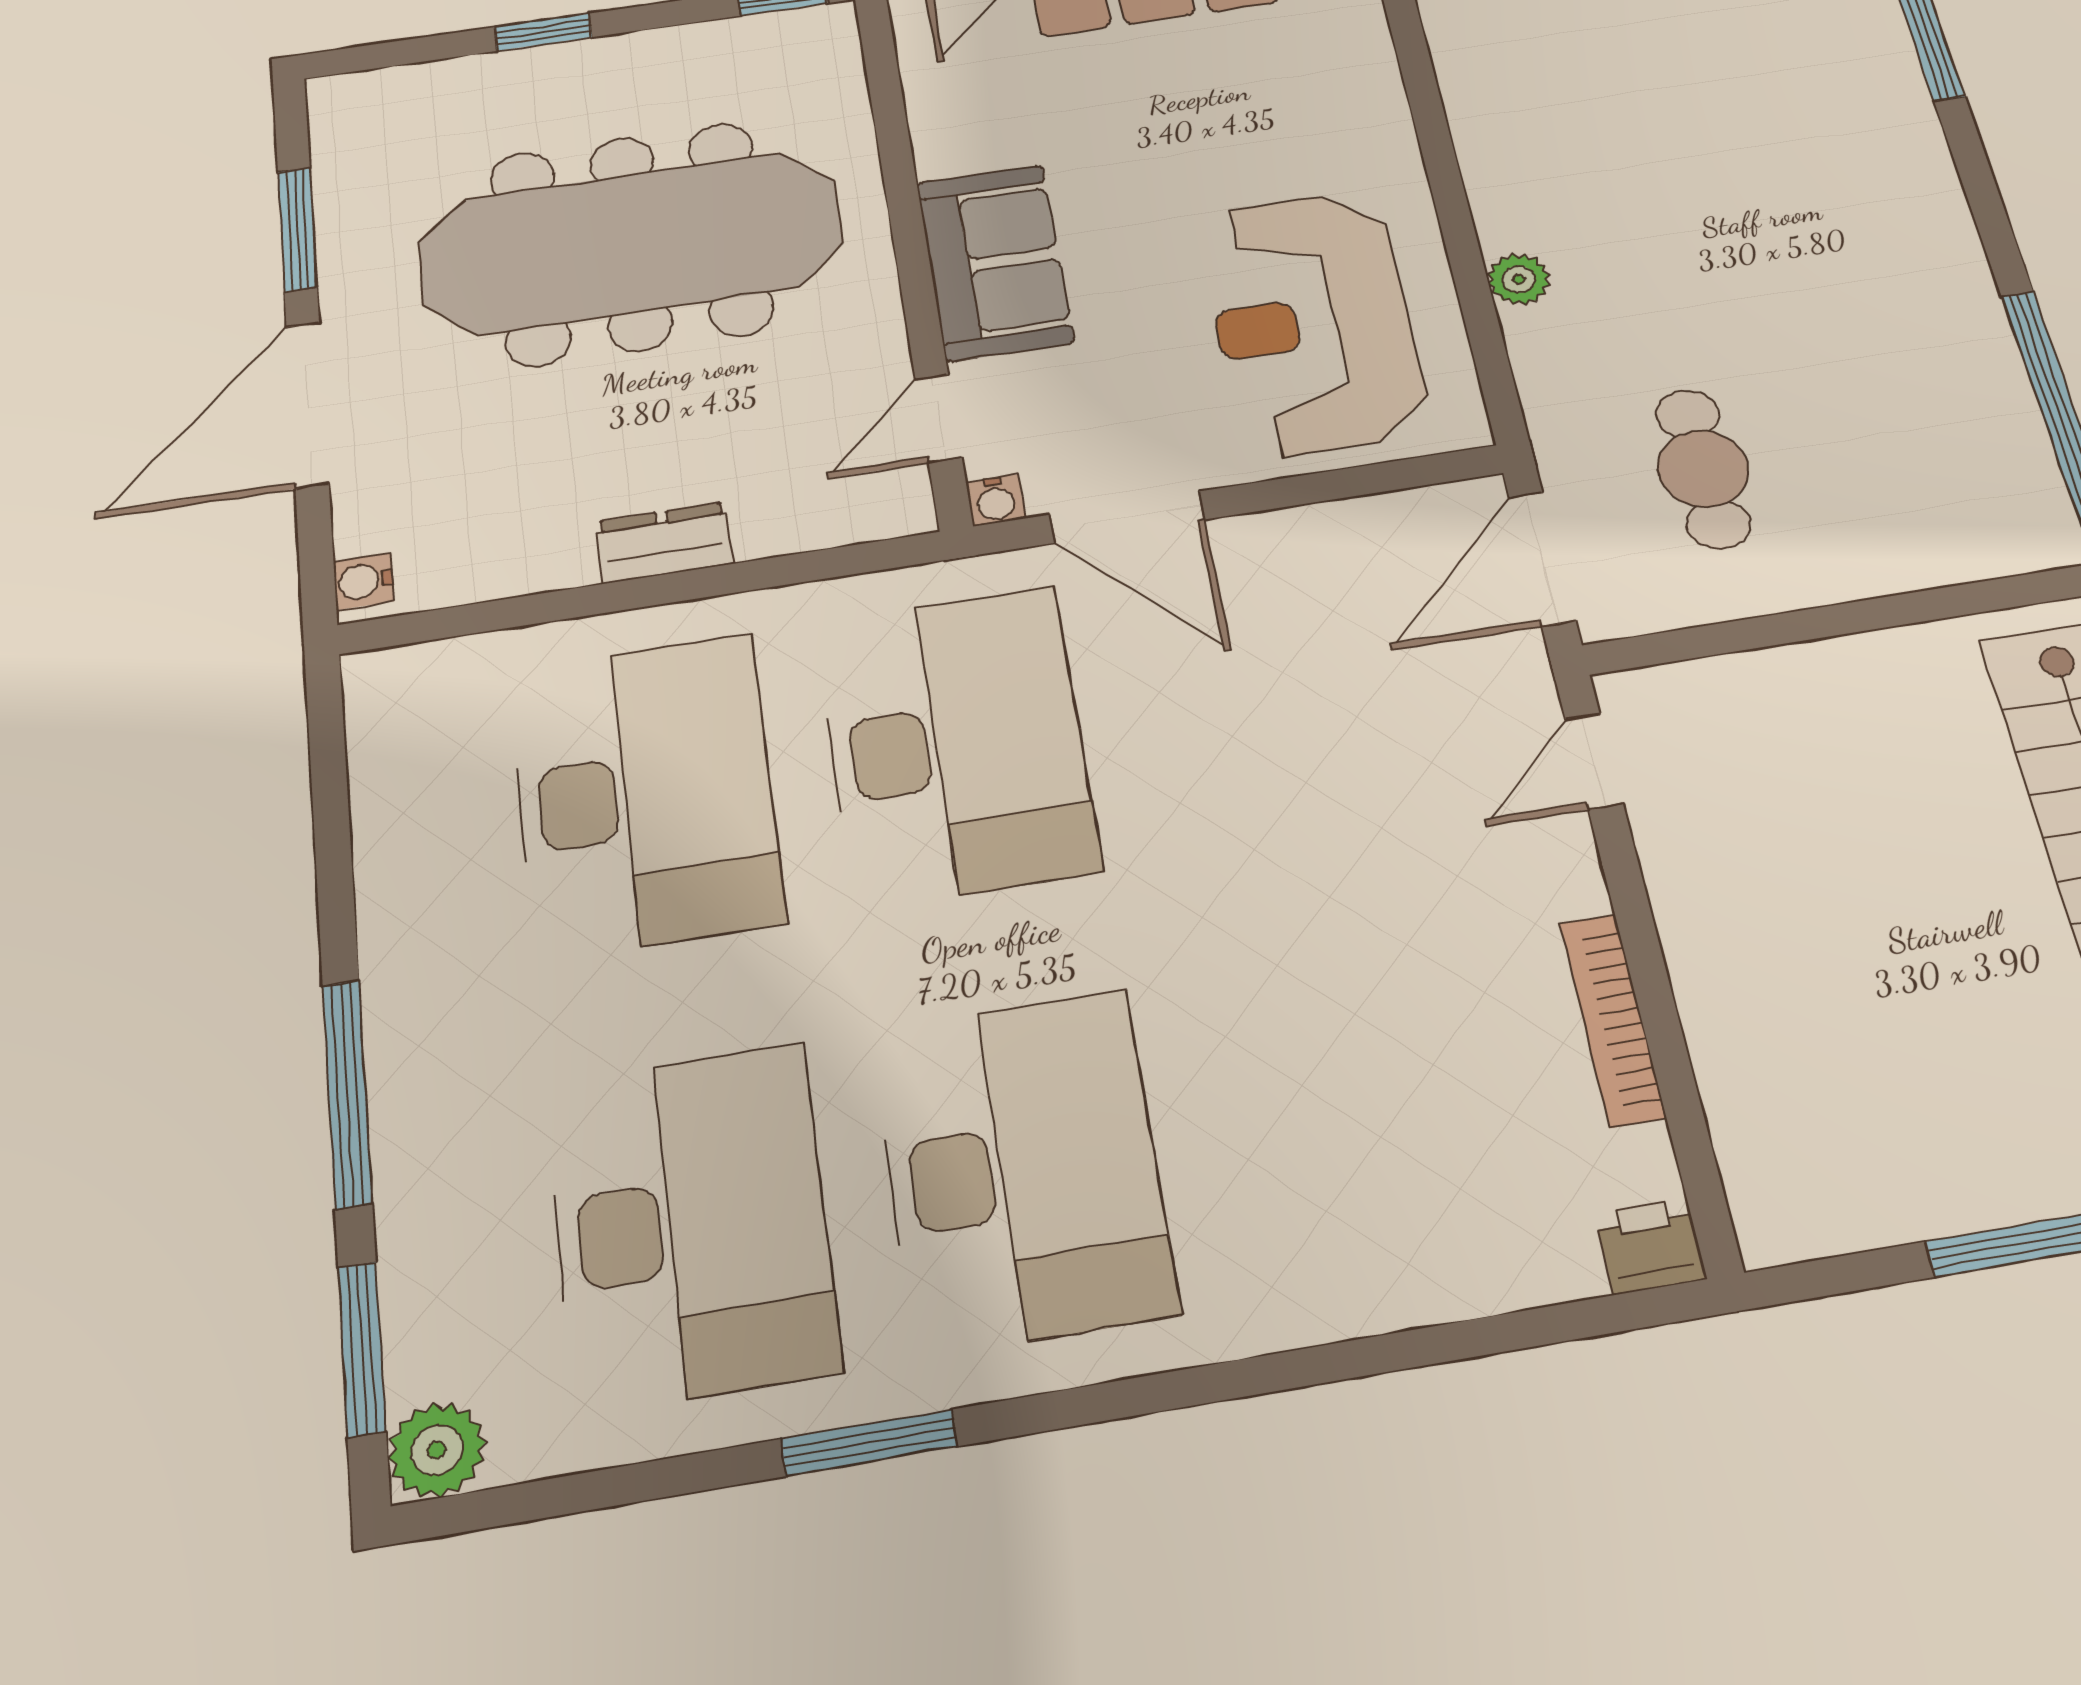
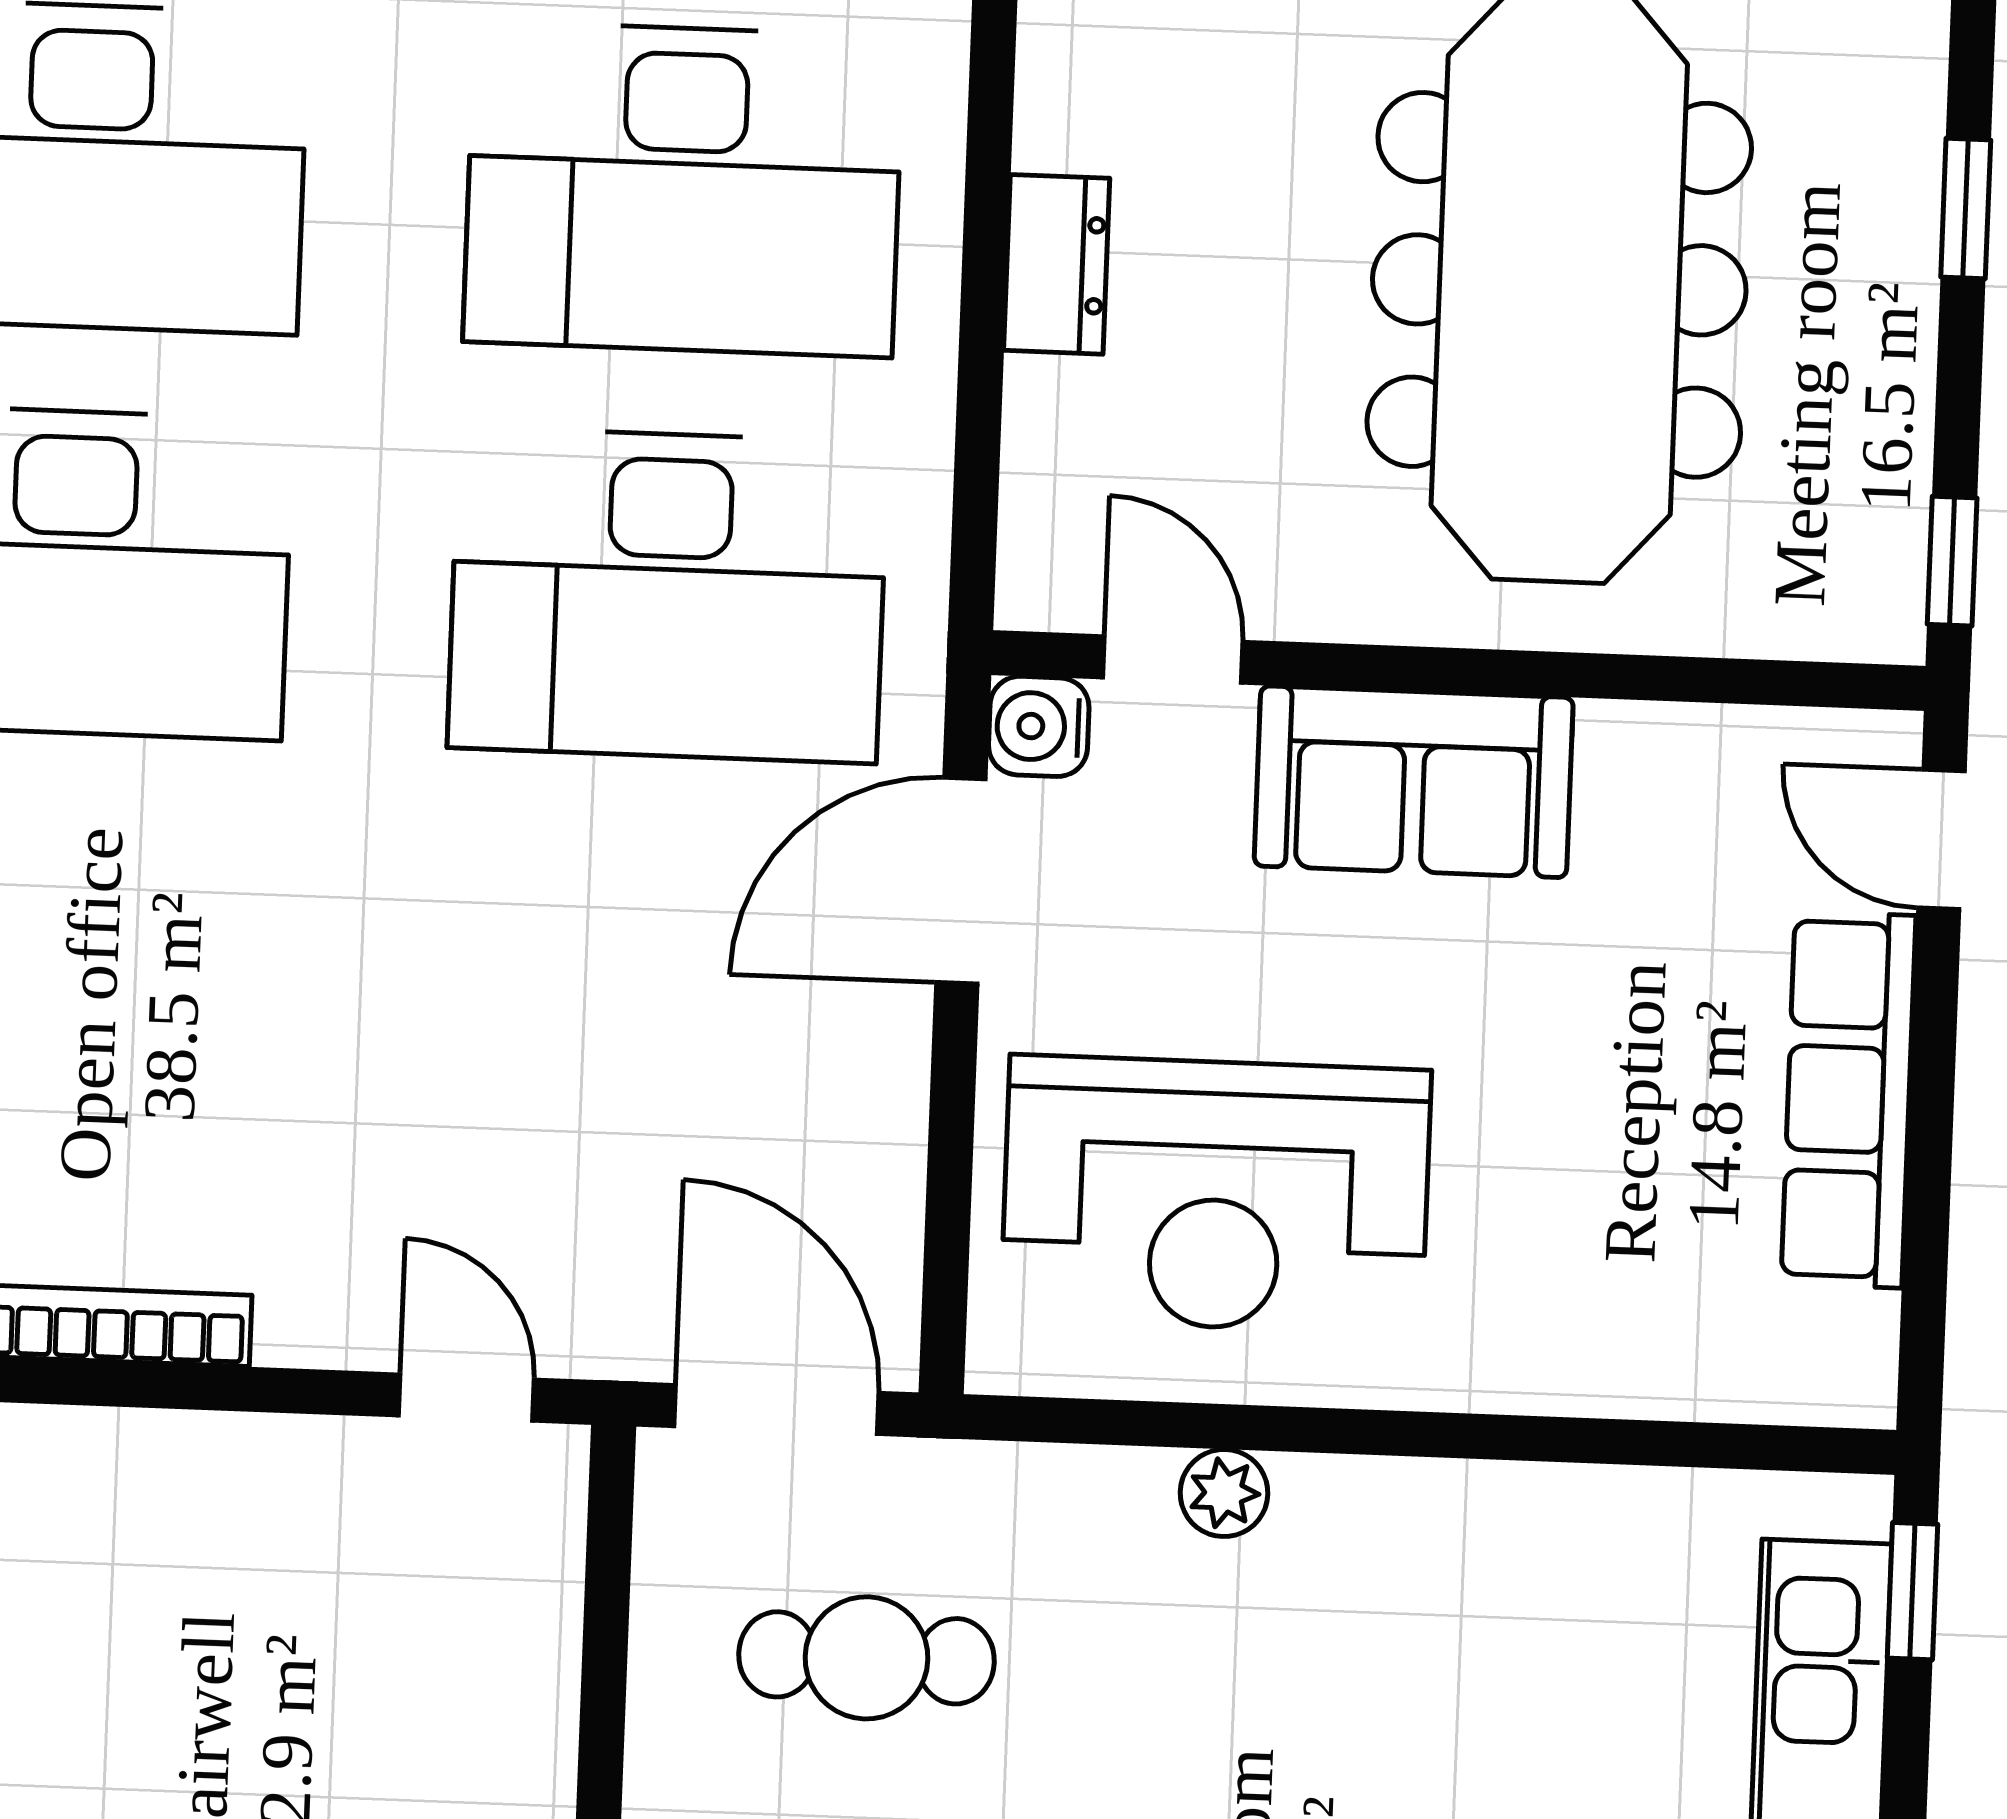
reception desk: (1312, 323) -> (1216, 1195), turned 180
water cooler: (996, 500) -> (1039, 726), width x1.38, depth x1.38

